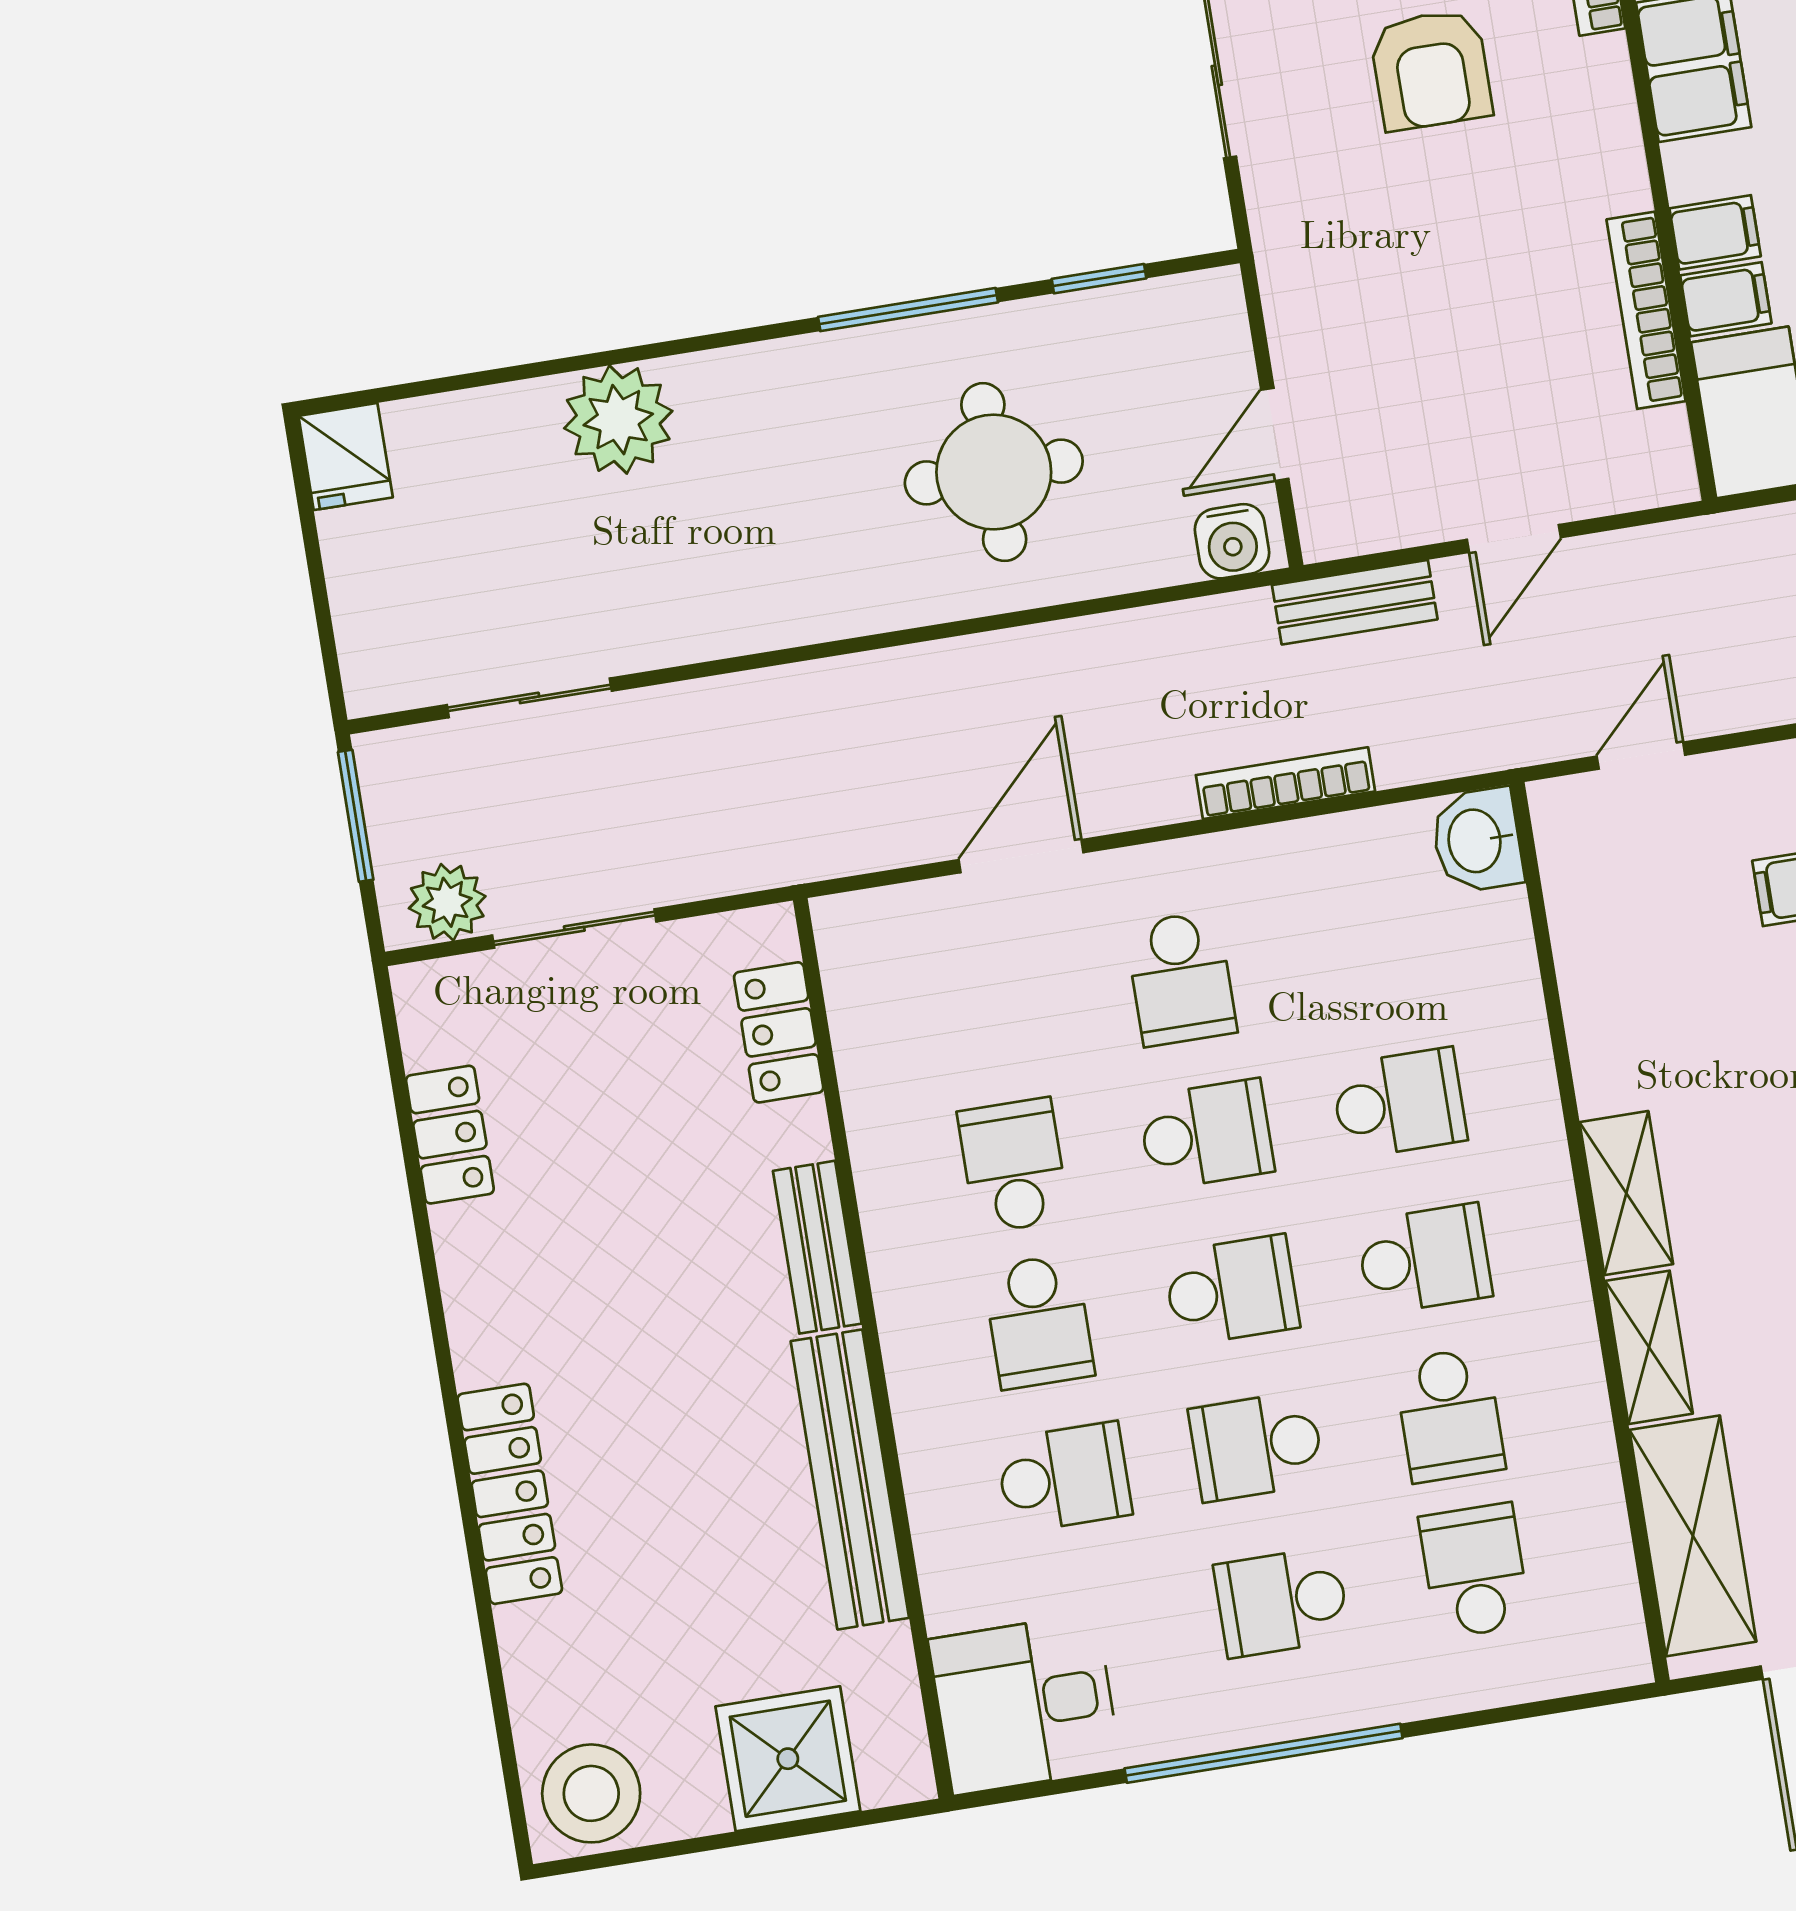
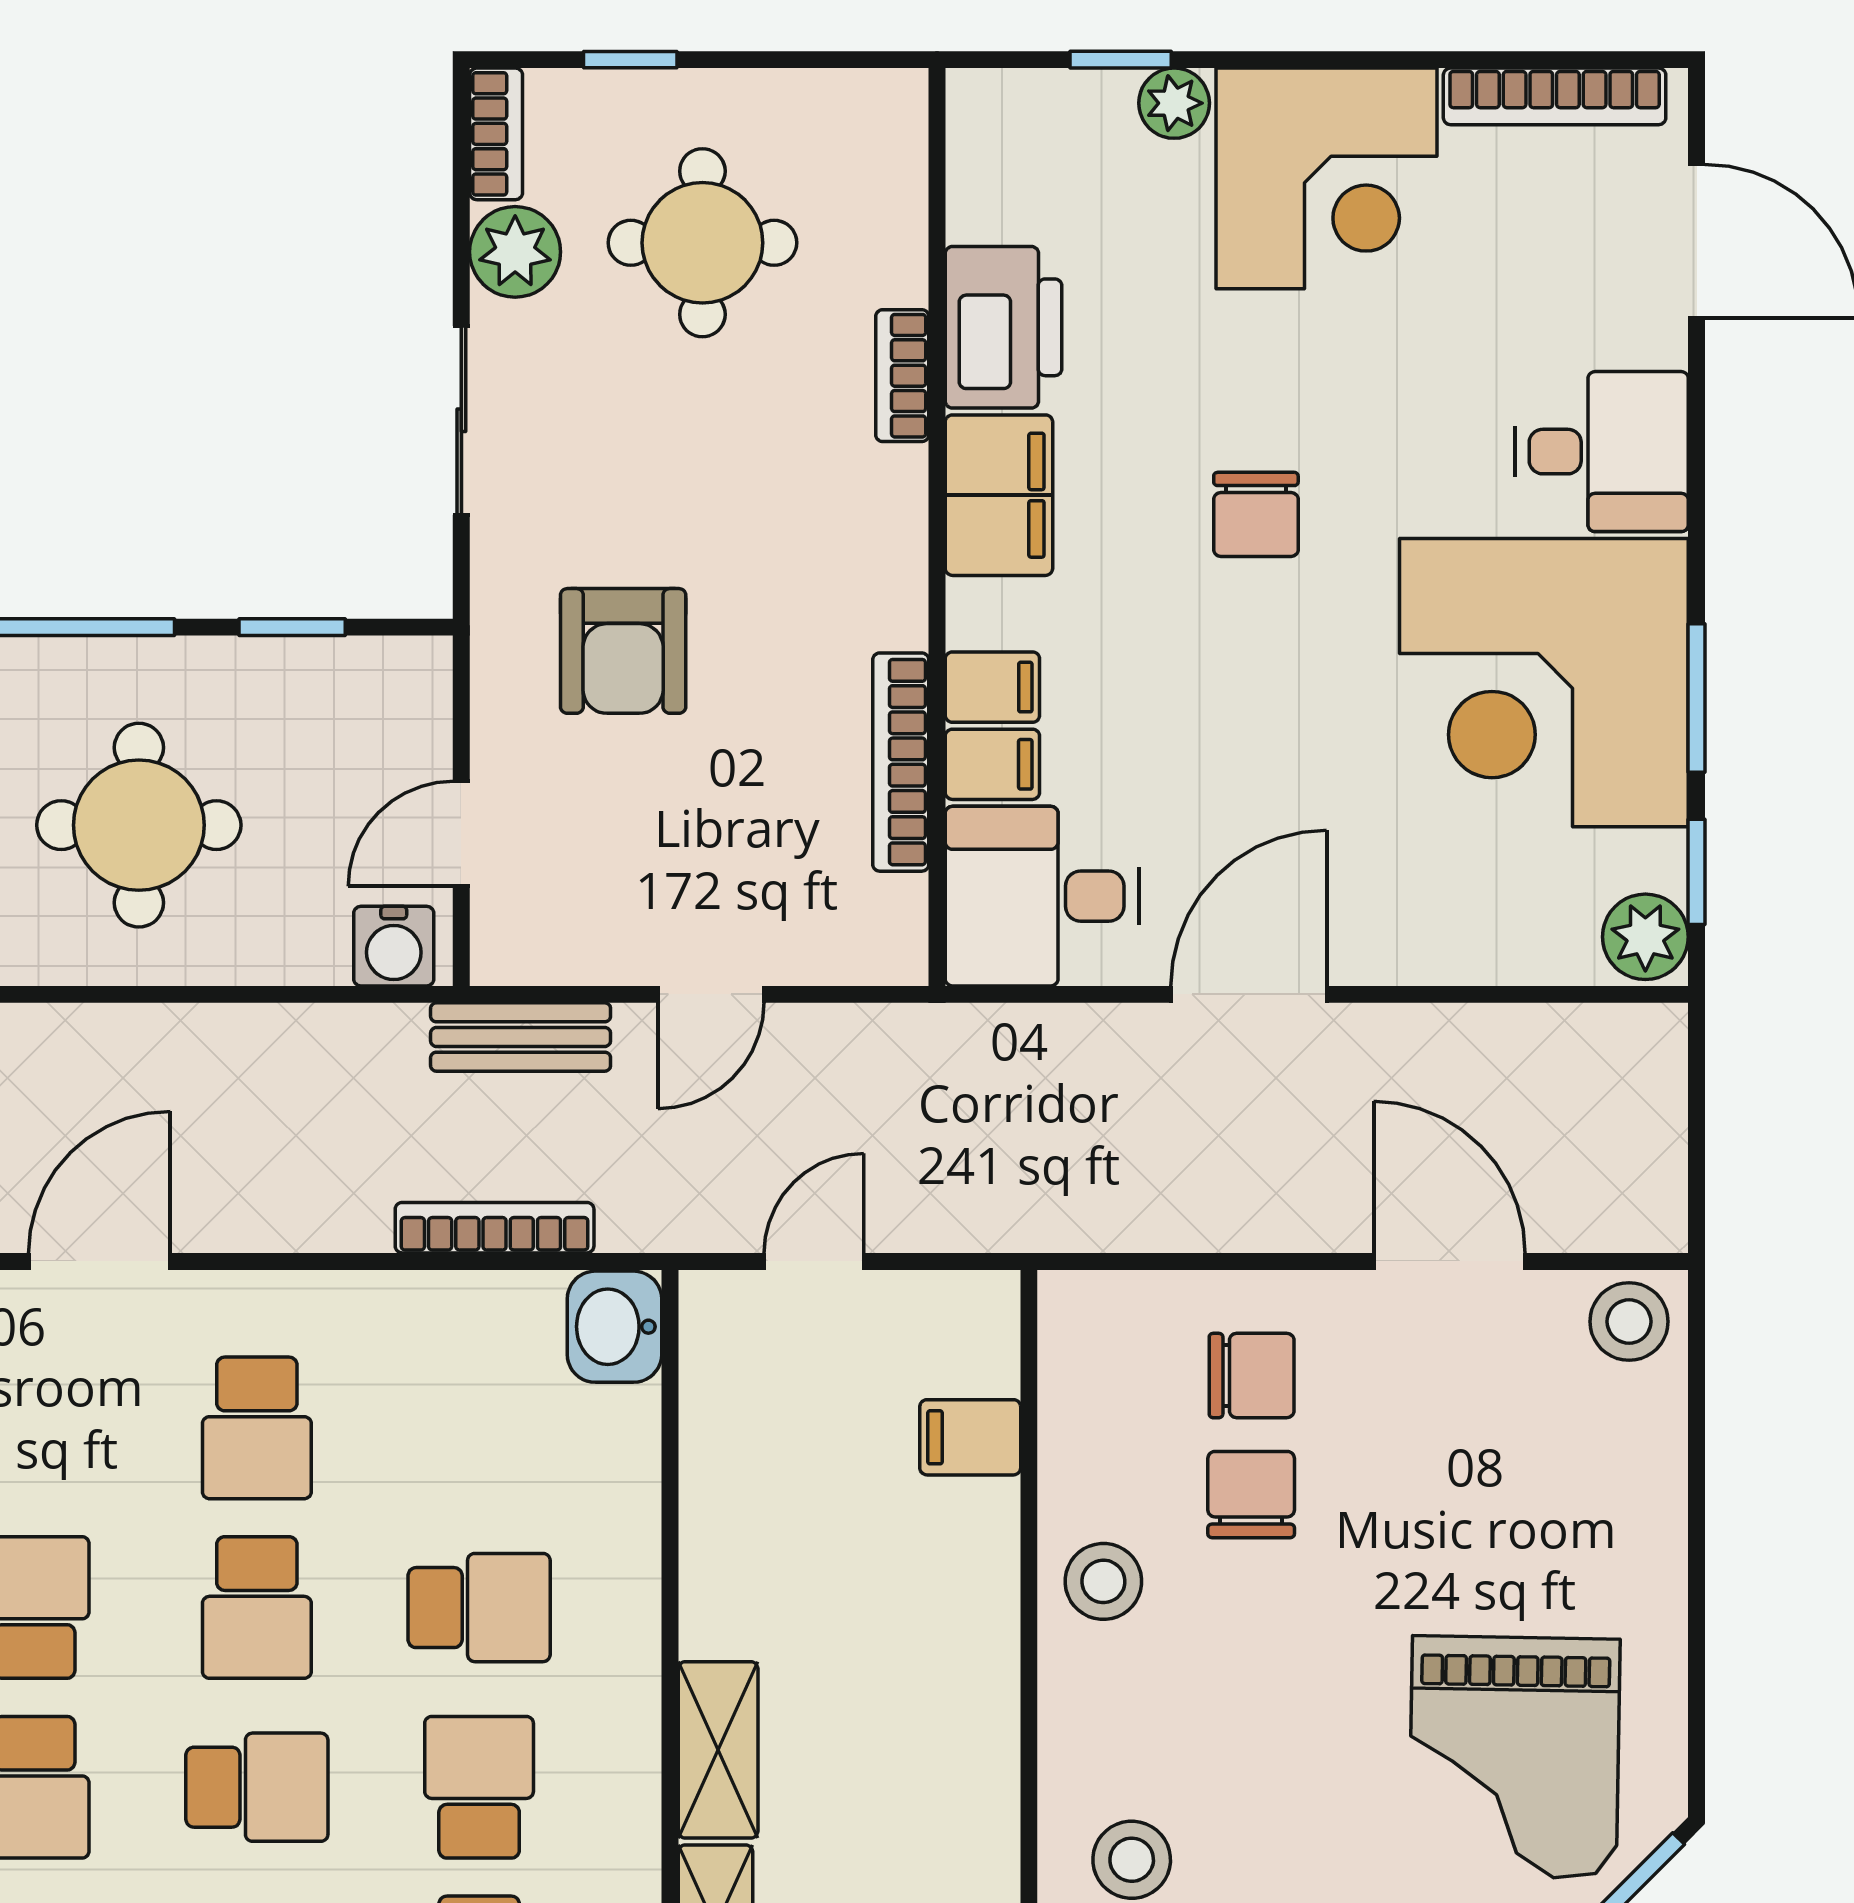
armchair: (1431, 70) -> (623, 651), moved
bookcase: (1285, 783) -> (495, 1228), moved
school desk: (1206, 1134) -> (257, 1608), turned 90
school desk: (1424, 1259) -> (479, 1787), turned -90

